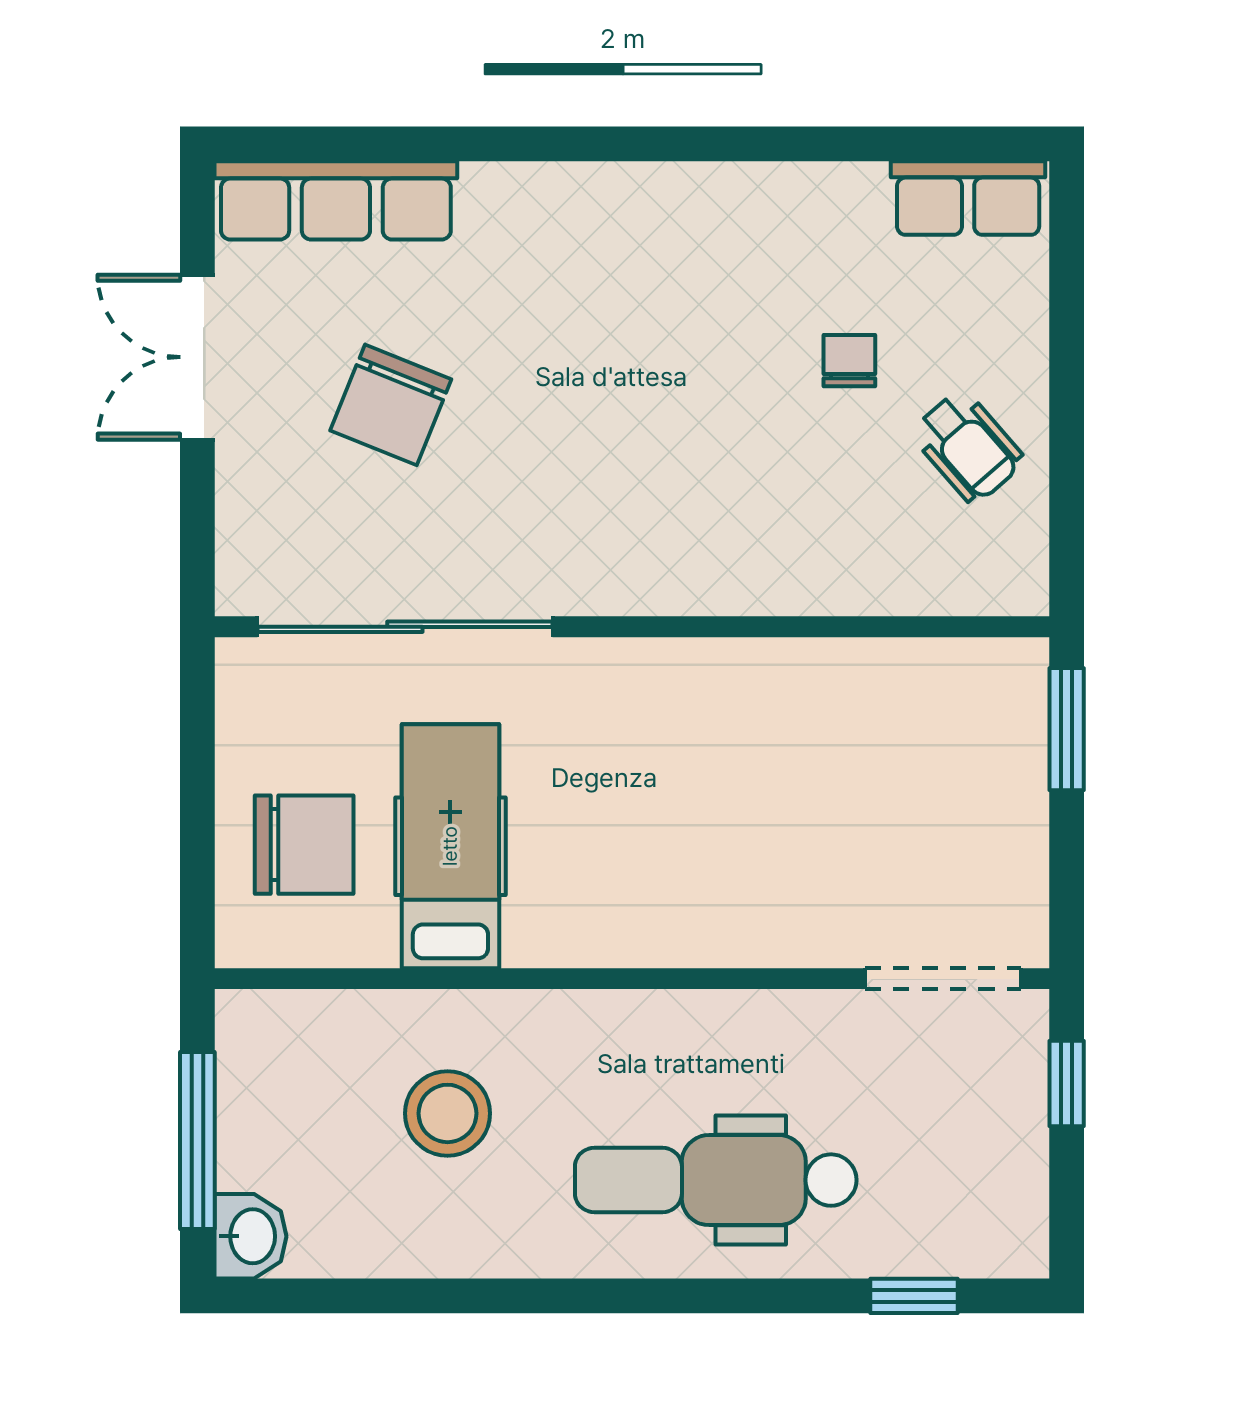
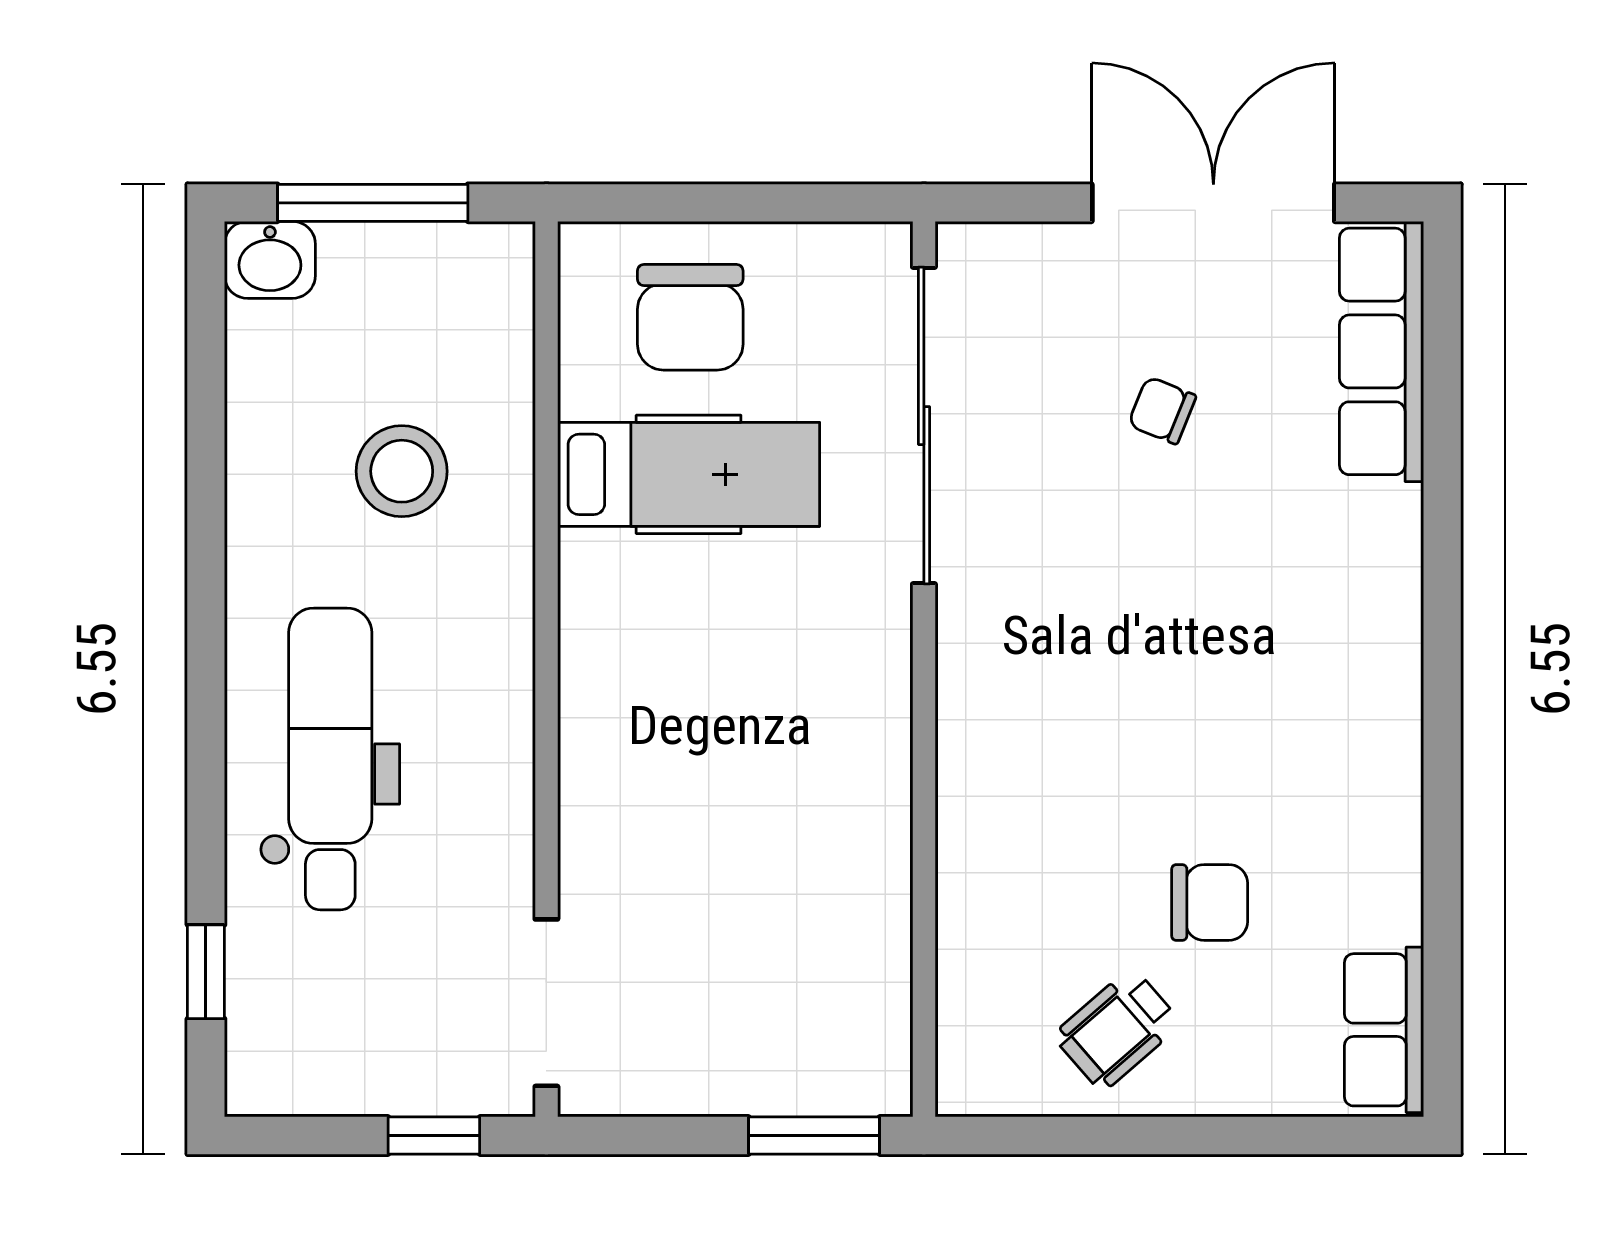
double door: (197, 357) -> (1213, 203), width x1.37
chair: (849, 361) -> (1210, 902), width x1.37, depth x1.37
chair: (391, 405) -> (1162, 410), width x0.54, depth x0.54

